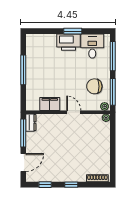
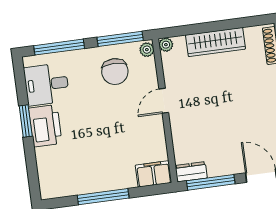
filing cabinet: (50, 104) -> (154, 174), moved, turned 90
wardrobe: (104, 146) -> (215, 42), added

